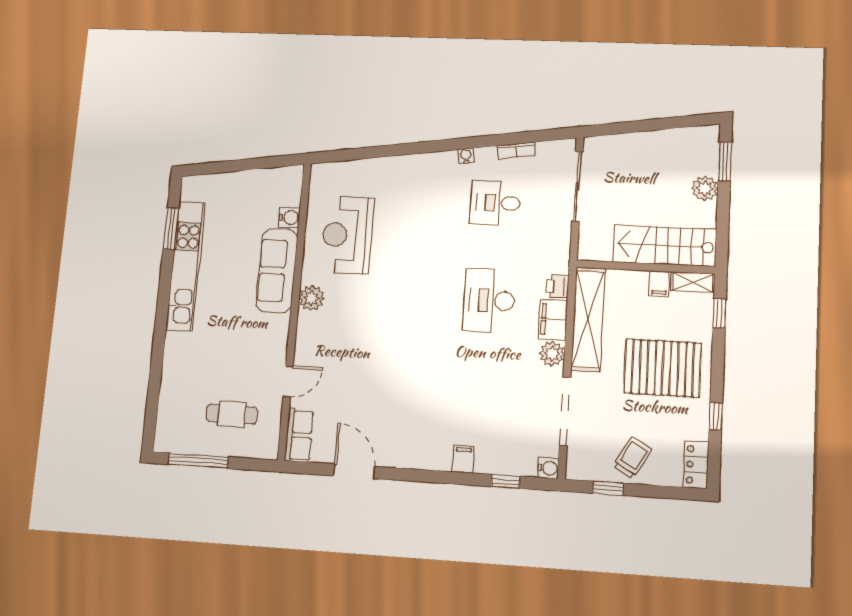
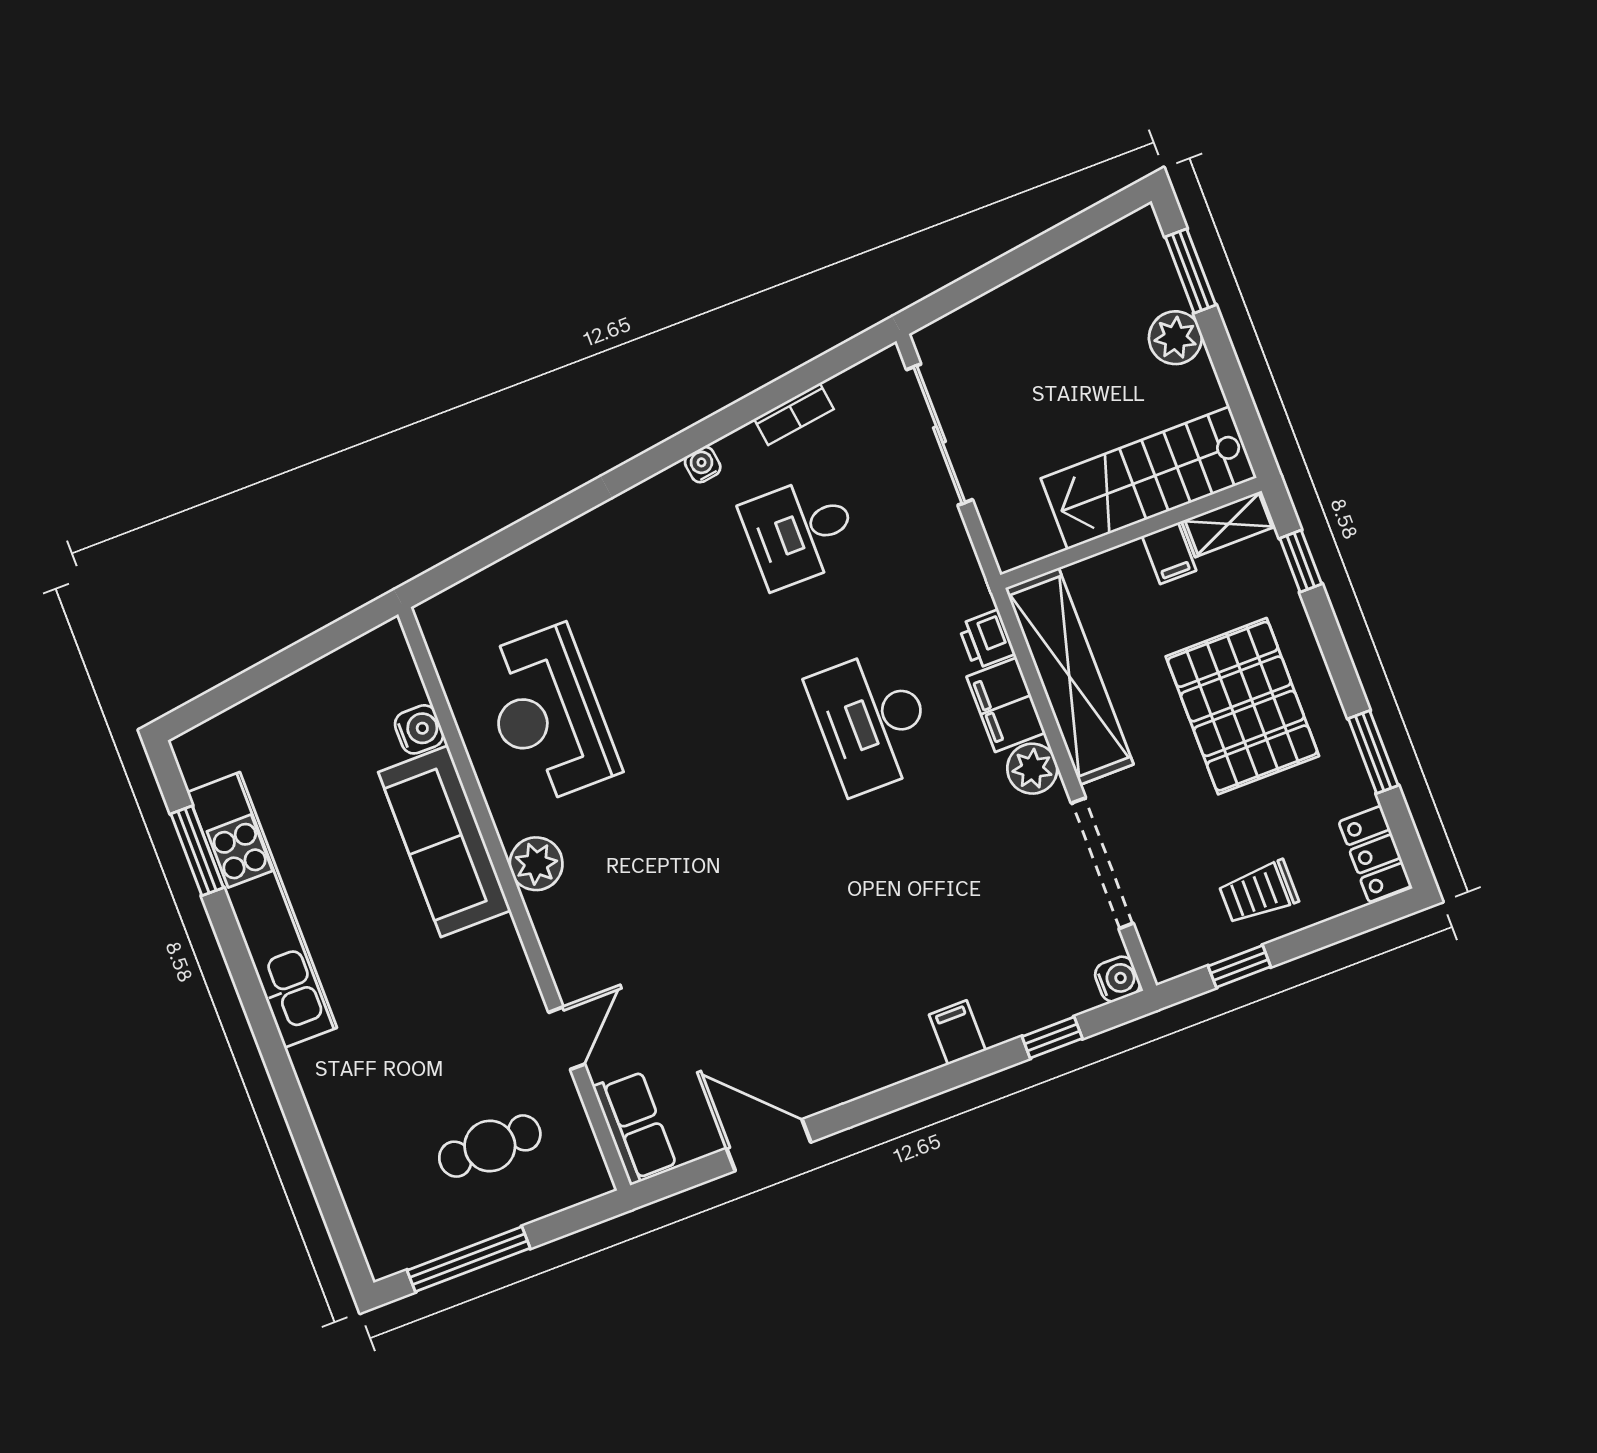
pallet: (663, 368) -> (1242, 706), turned 90
window: (716, 416) -> (1373, 752), width x1.50
trolley: (632, 458) -> (1259, 892), turned -120

